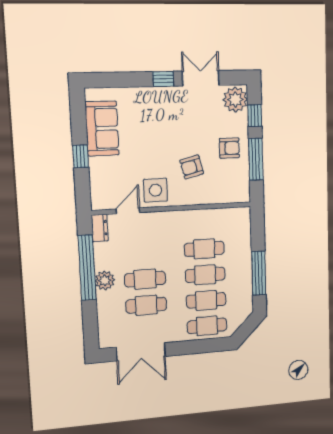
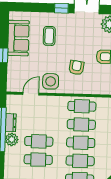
coffee table: (148, 122) -> (49, 36), added
armchair: (192, 167) -> (76, 68), turned 112
cafe table: (203, 223) -> (82, 106), added
dresser: (100, 228) -> (11, 123), moved

